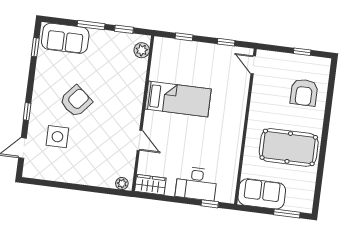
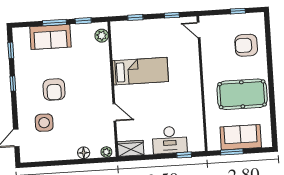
sofa: (65, 38) -> (50, 37), moved
armchair: (304, 92) -> (246, 45), turned 90
armchair: (76, 101) -> (54, 90), turned 140
window: (27, 112) -> (13, 84), moved
floor lamp: (96, 179) -> (84, 153), added
sofa: (262, 194) -> (241, 137), moved
window: (287, 214) -> (232, 152), moved

